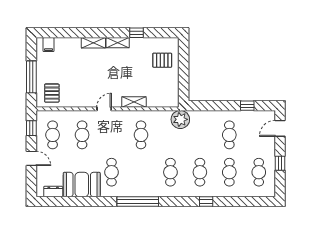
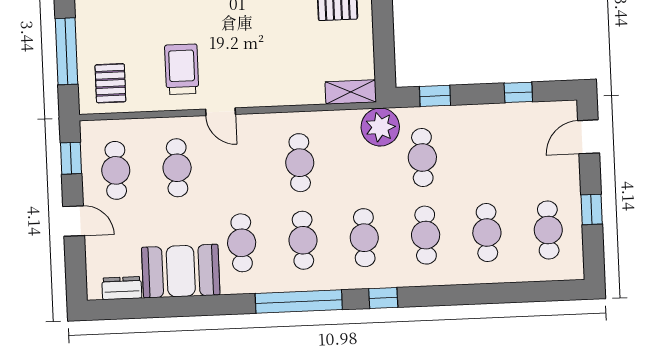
trolley: (86, 88) -> (182, 69), added
shelving: (134, 102) -> (351, 92), moved
window: (207, 106) -> (435, 96), added
door: (104, 109) -> (221, 112), swing flipped
cafe table: (229, 135) -> (422, 158), moved
cafe table: (141, 172) -> (303, 240), added
window: (206, 201) -> (383, 298), moved

